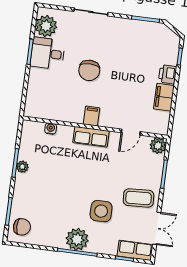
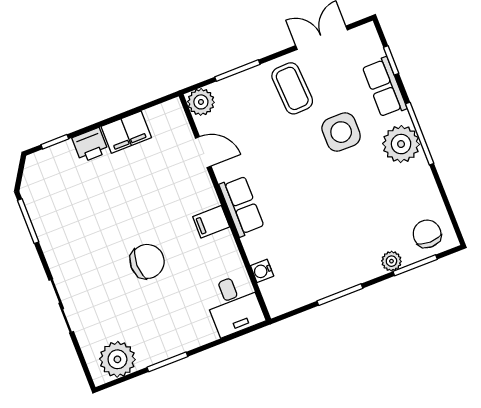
desk: (48, 53) -> (234, 305), moved
plant: (22, 167) -> (391, 261), moved
row of seats: (135, 250) -> (384, 87), moved

